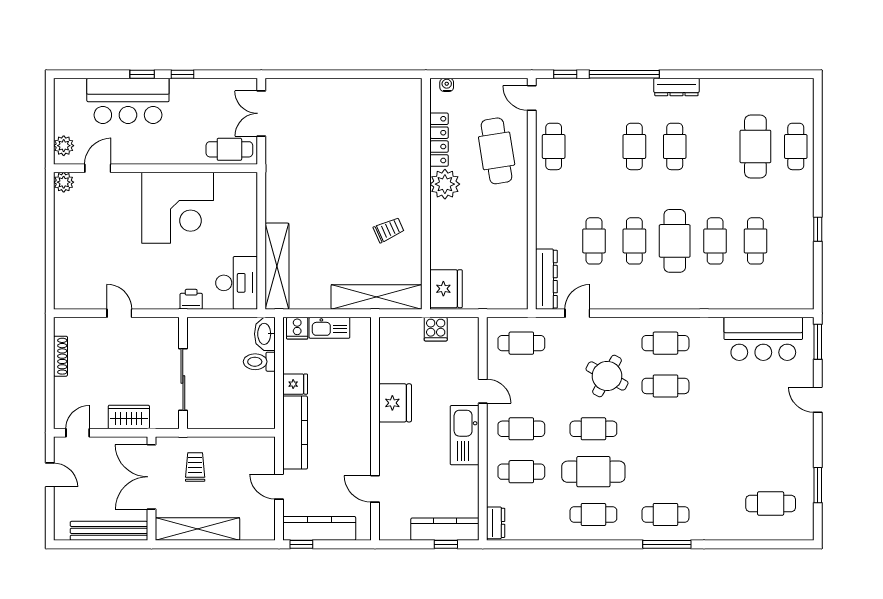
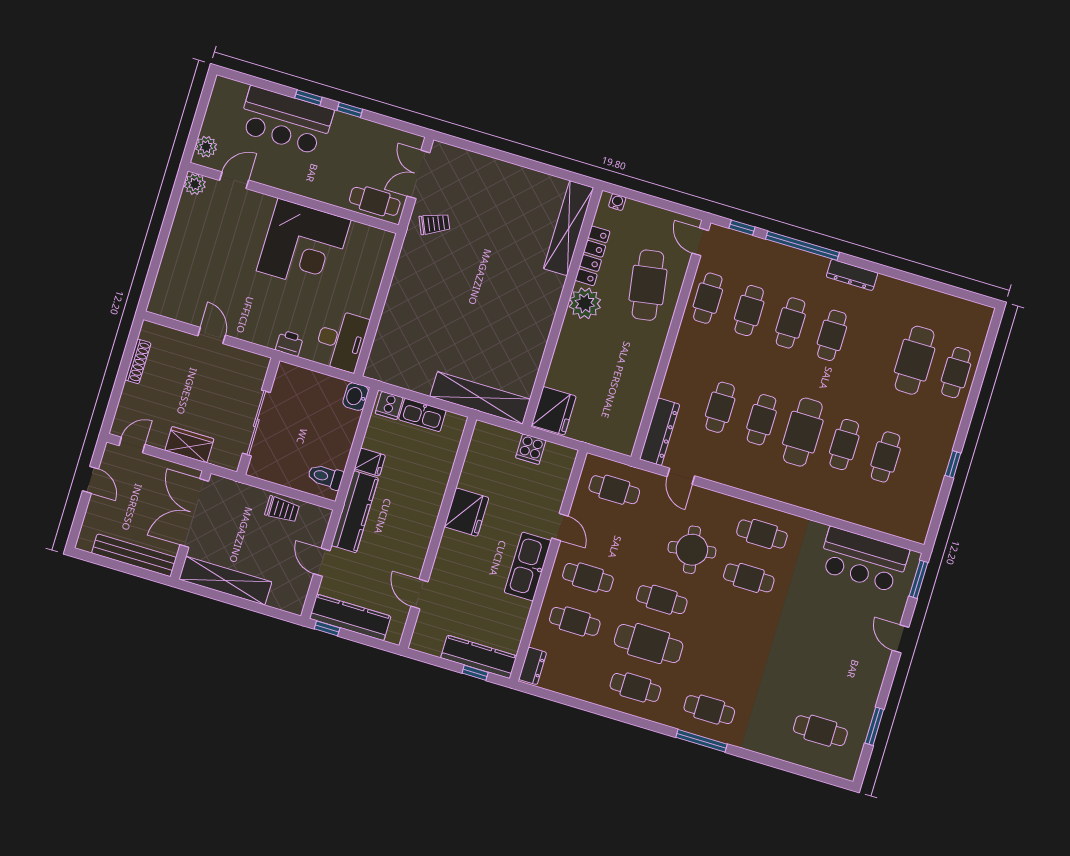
cafe table: (594, 146) -> (749, 311), added
trolley: (389, 230) -> (434, 224), moved
shelving: (277, 266) -> (569, 228), moved
door: (577, 313) -> (681, 476), swing flipped
washbasin: (265, 334) -> (356, 397), width x0.72
toilet: (259, 362) -> (325, 477), moved
round table: (607, 376) -> (692, 550), turned -38
trolley: (195, 467) -> (282, 509), moved, turned 90

